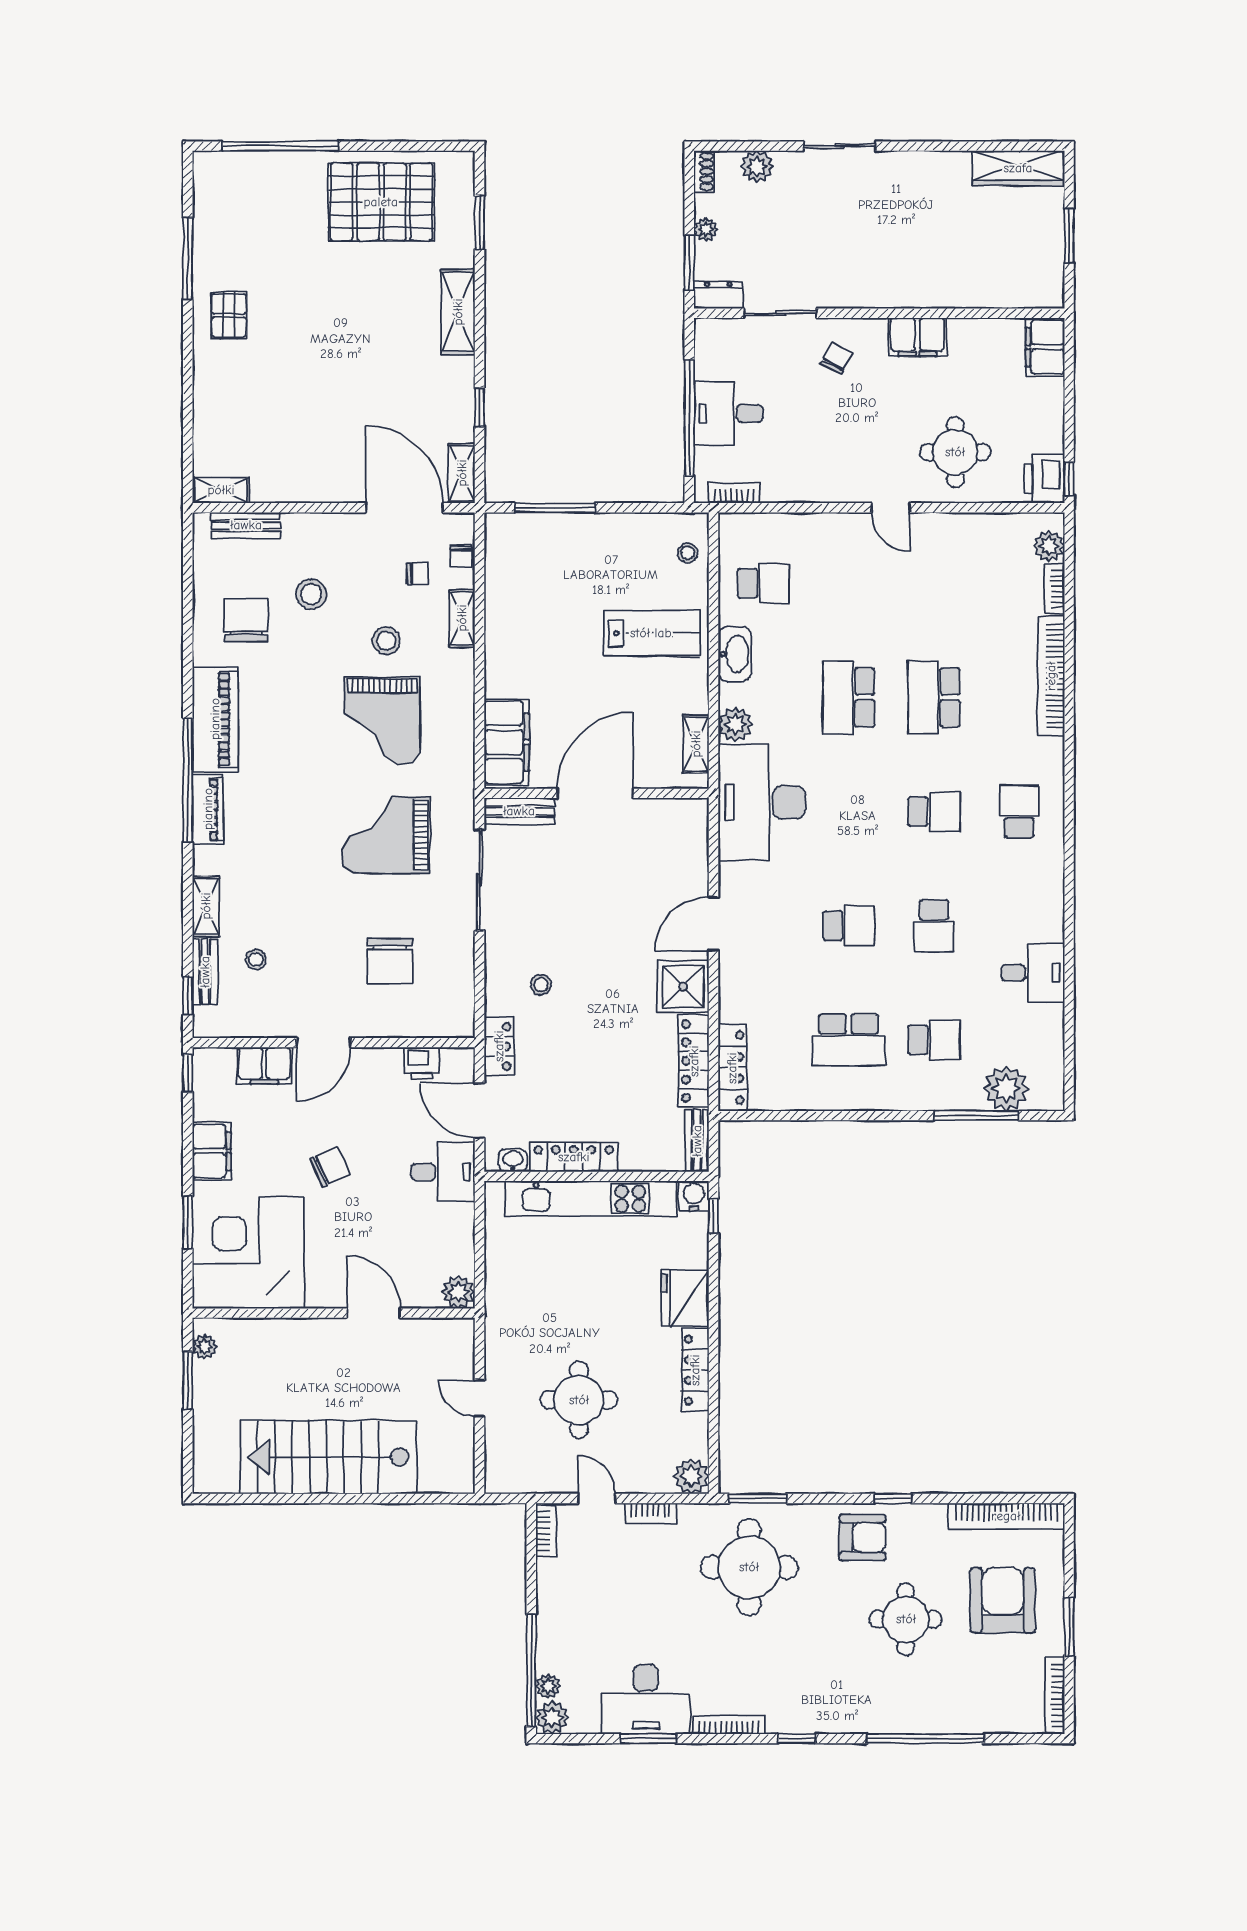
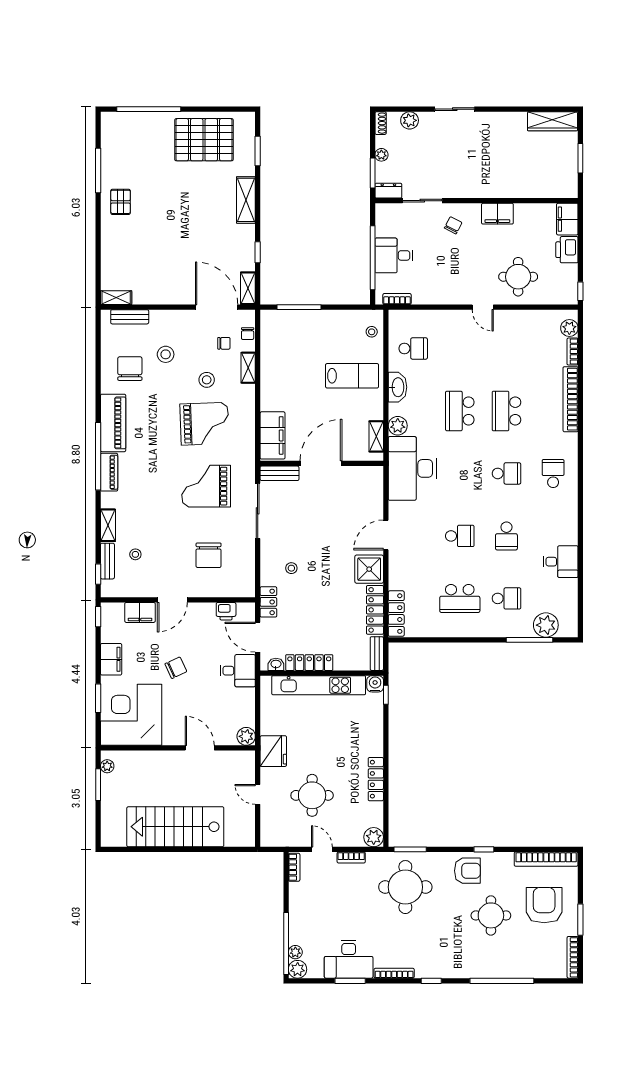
printer: (1045, 479) -> (567, 250), moved
grand piano: (382, 721) -> (204, 424), turned -92
fridge: (685, 1298) -> (273, 751), moved, turned 180

